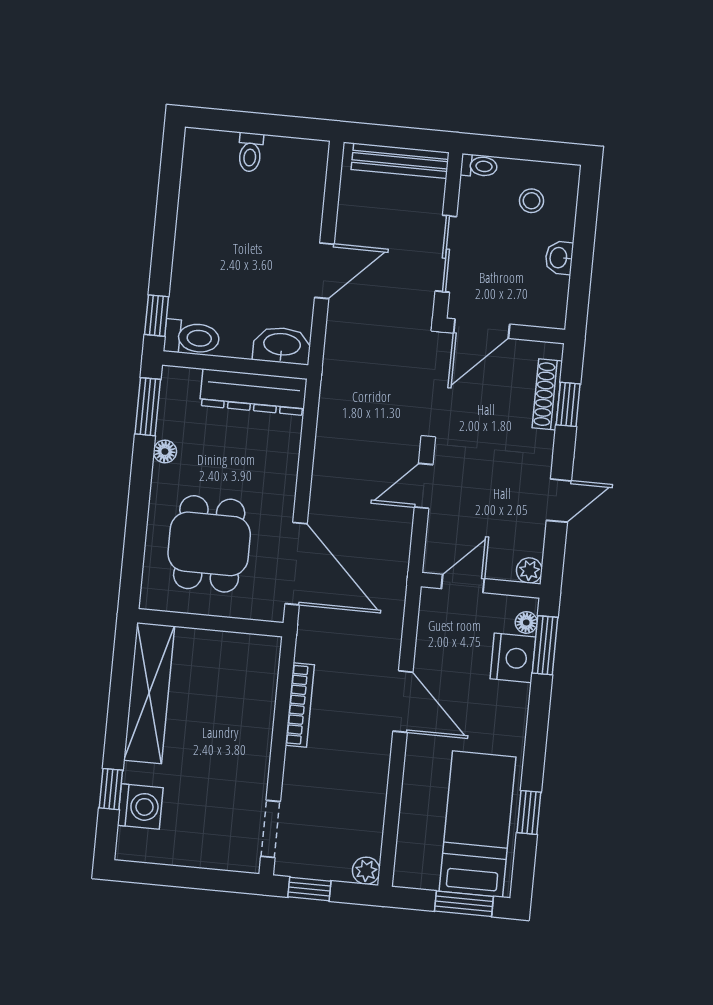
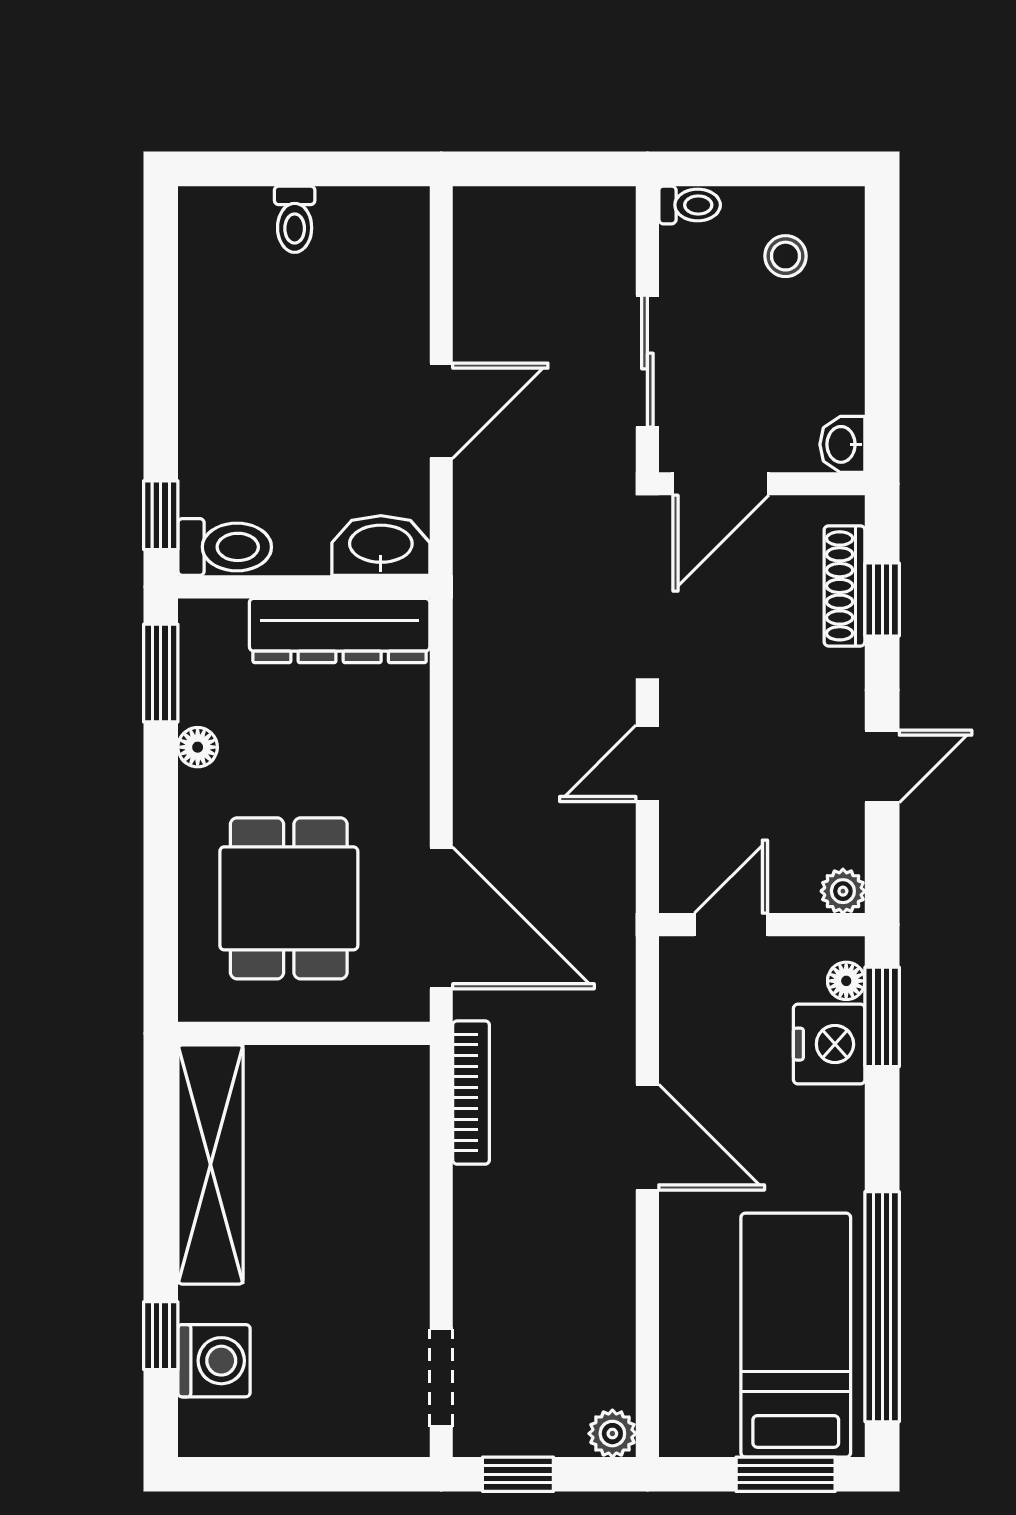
bench: (400, 161) -> (553, 209), removed
washbasin: (559, 258) -> (842, 444), moved
bookcase: (300, 705) -> (471, 1093), moved
window: (529, 812) -> (882, 1307), width x3.17

